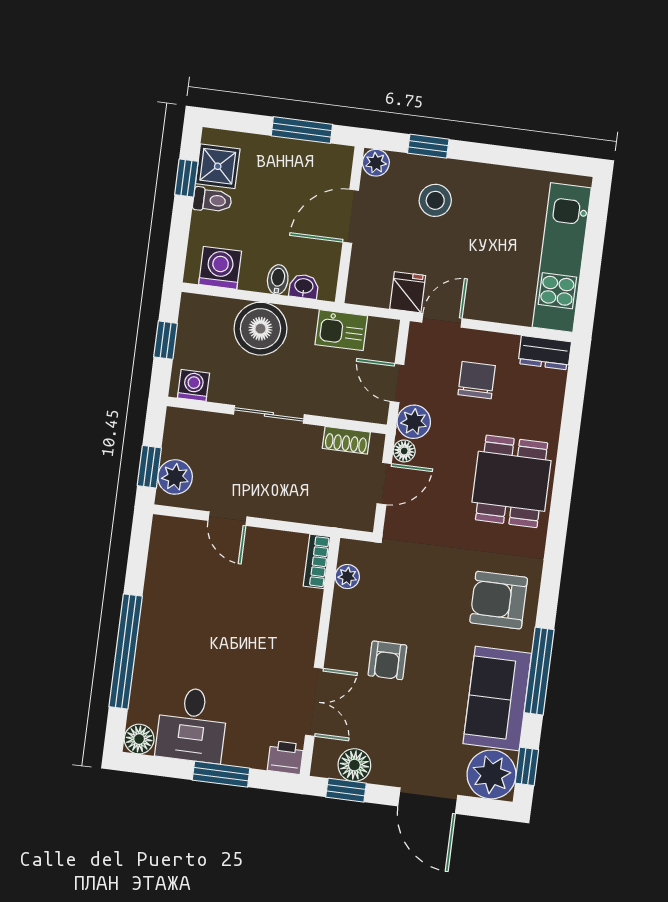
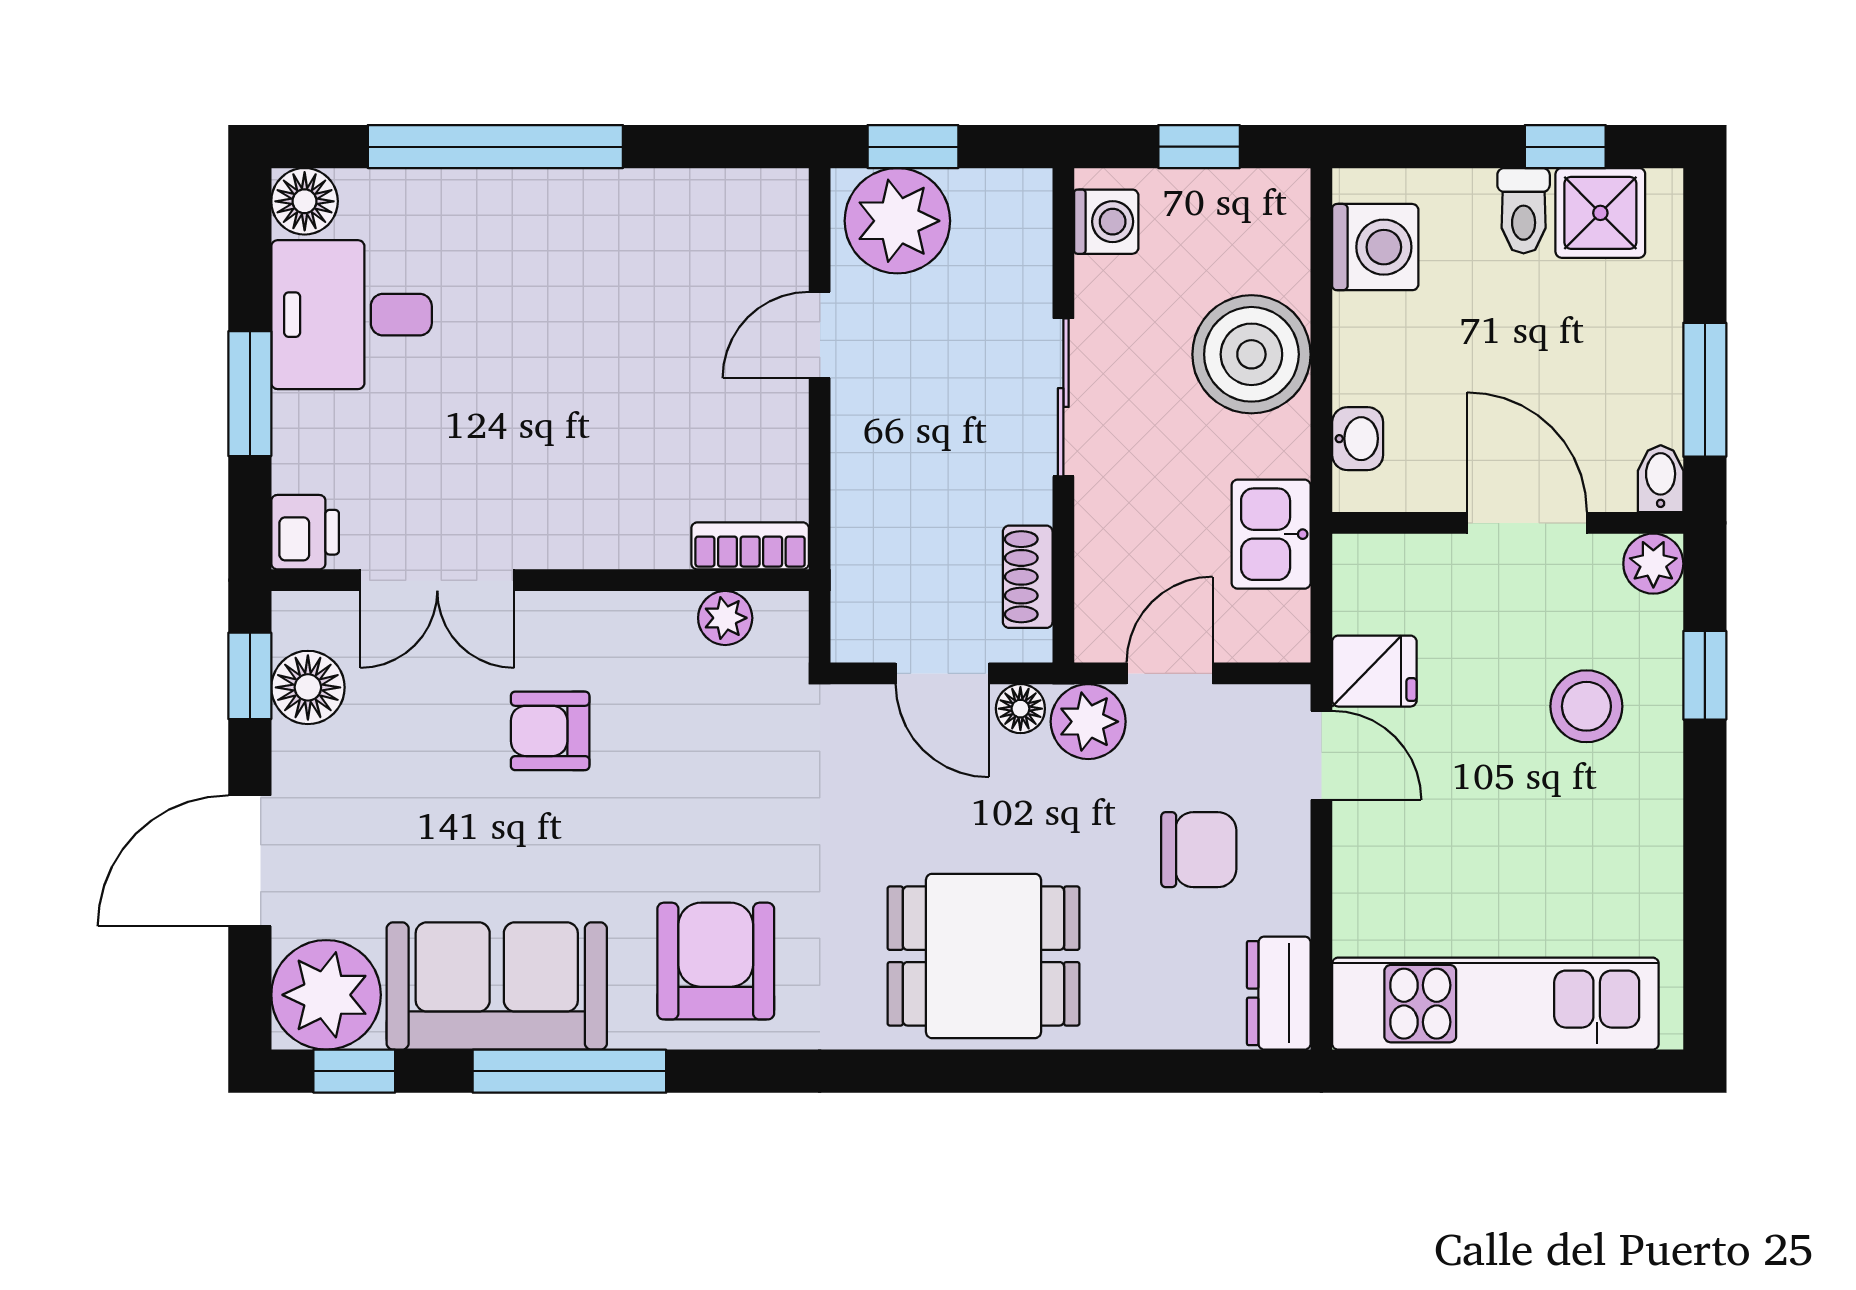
bidet: (278, 280) -> (1661, 479), moved, turned -90
plant: (175, 477) -> (897, 221), width x1.36, depth x1.36

